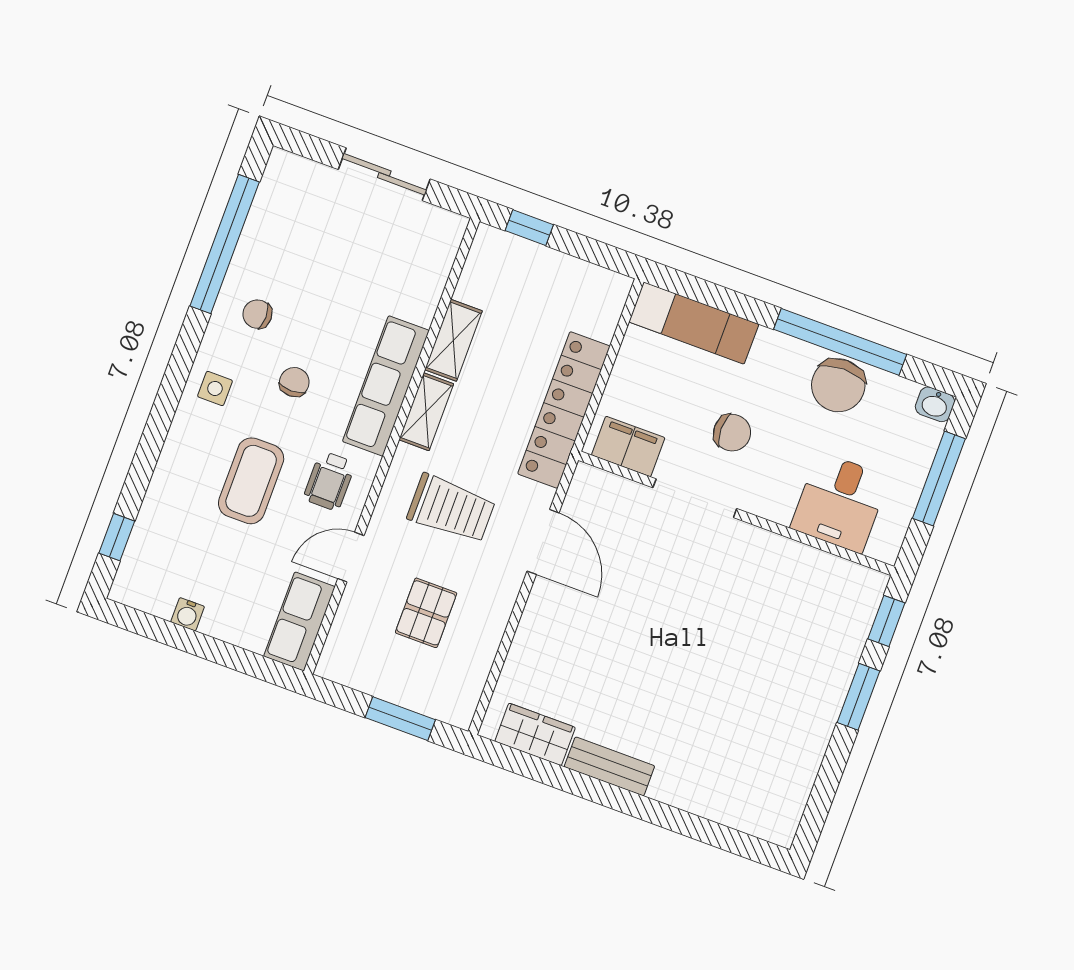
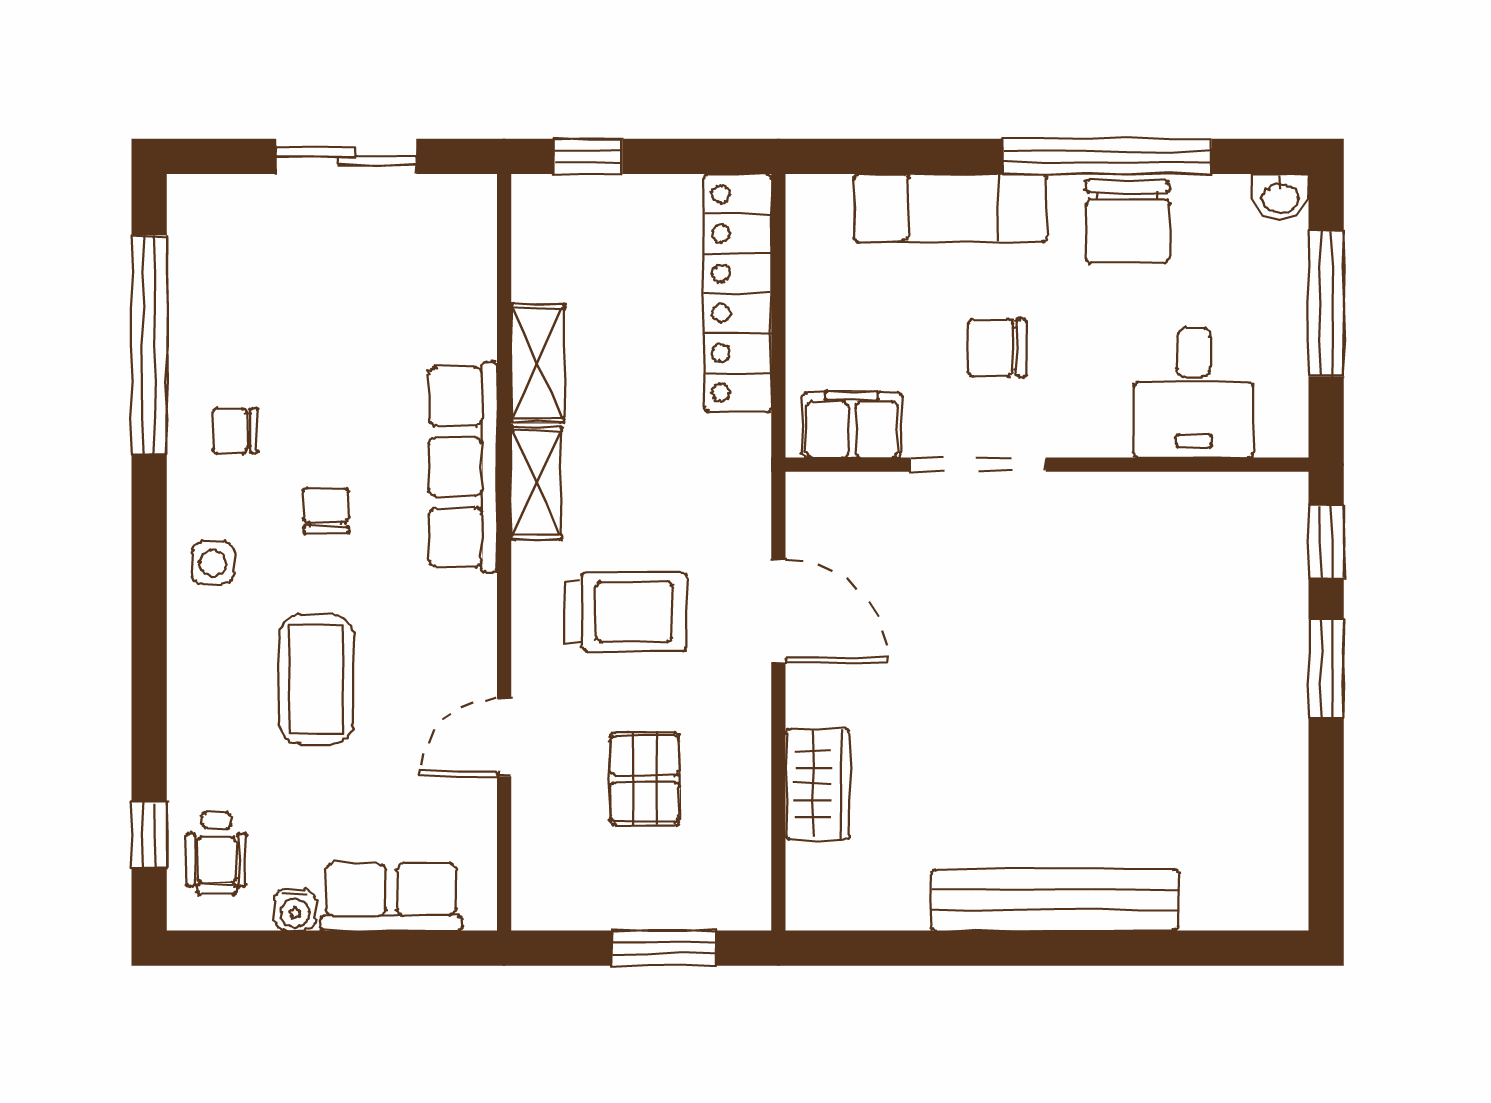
exam couch: (694, 323) -> (951, 208), moved
locker: (564, 410) -> (738, 293), moved
chair: (732, 433) -> (997, 348), turned 180
wheelchair: (329, 481) -> (216, 853), moved
row of seats: (299, 621) -> (391, 897), moved, turned 90
wardrobe: (535, 734) -> (818, 784), moved, turned 90
bench: (609, 766) -> (1055, 900), width x1.86, depth x1.21

